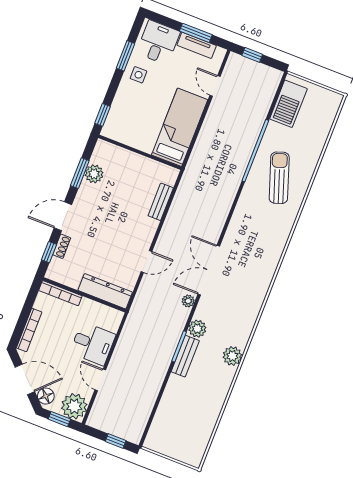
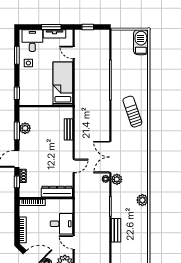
barbecue: (288, 104) -> (141, 42), moved, turned 180
sun lounger: (279, 178) -> (132, 112), moved
plant: (197, 329) -> (117, 179), moved
bench: (185, 356) -> (116, 230), moved

